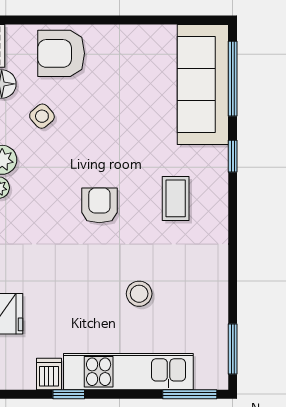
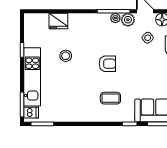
stool: (139, 294) -> (66, 56), moved
dishwasher: (49, 374) -> (31, 113), moved

